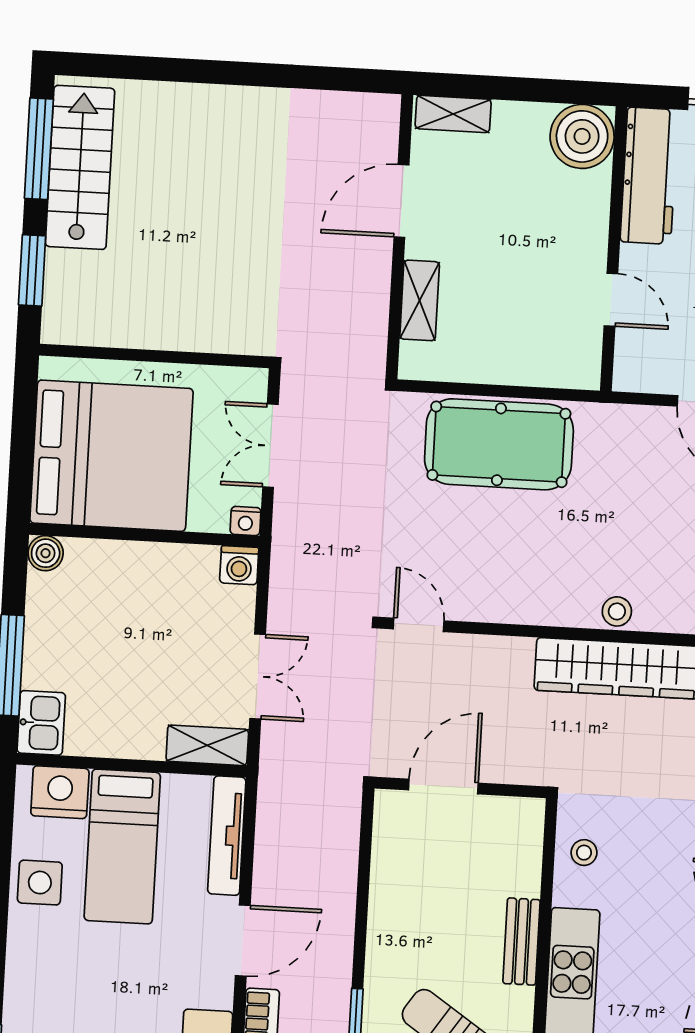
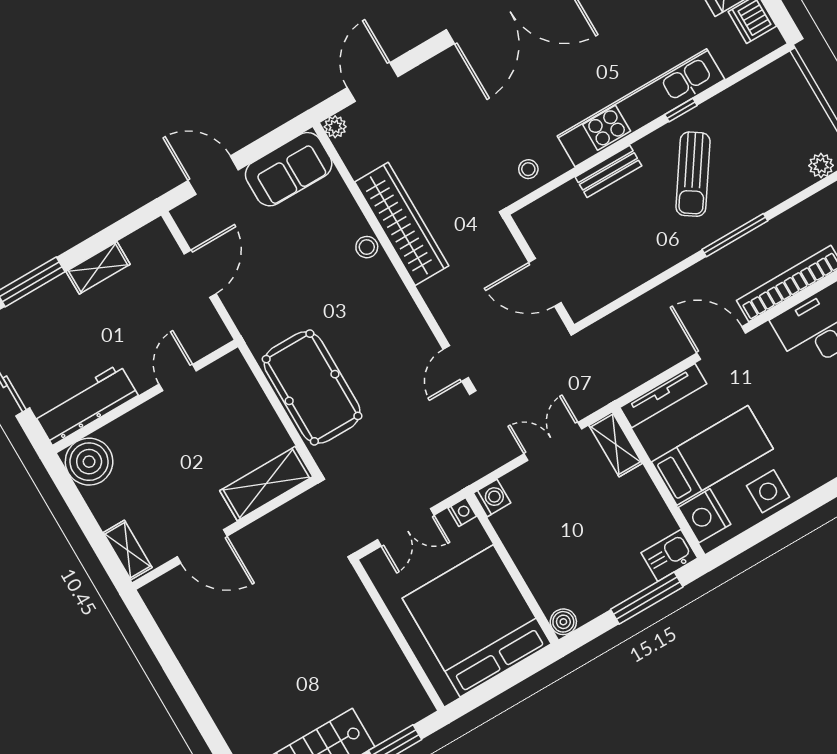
shelving: (420, 300) -> (266, 484), width x1.50, depth x1.33

